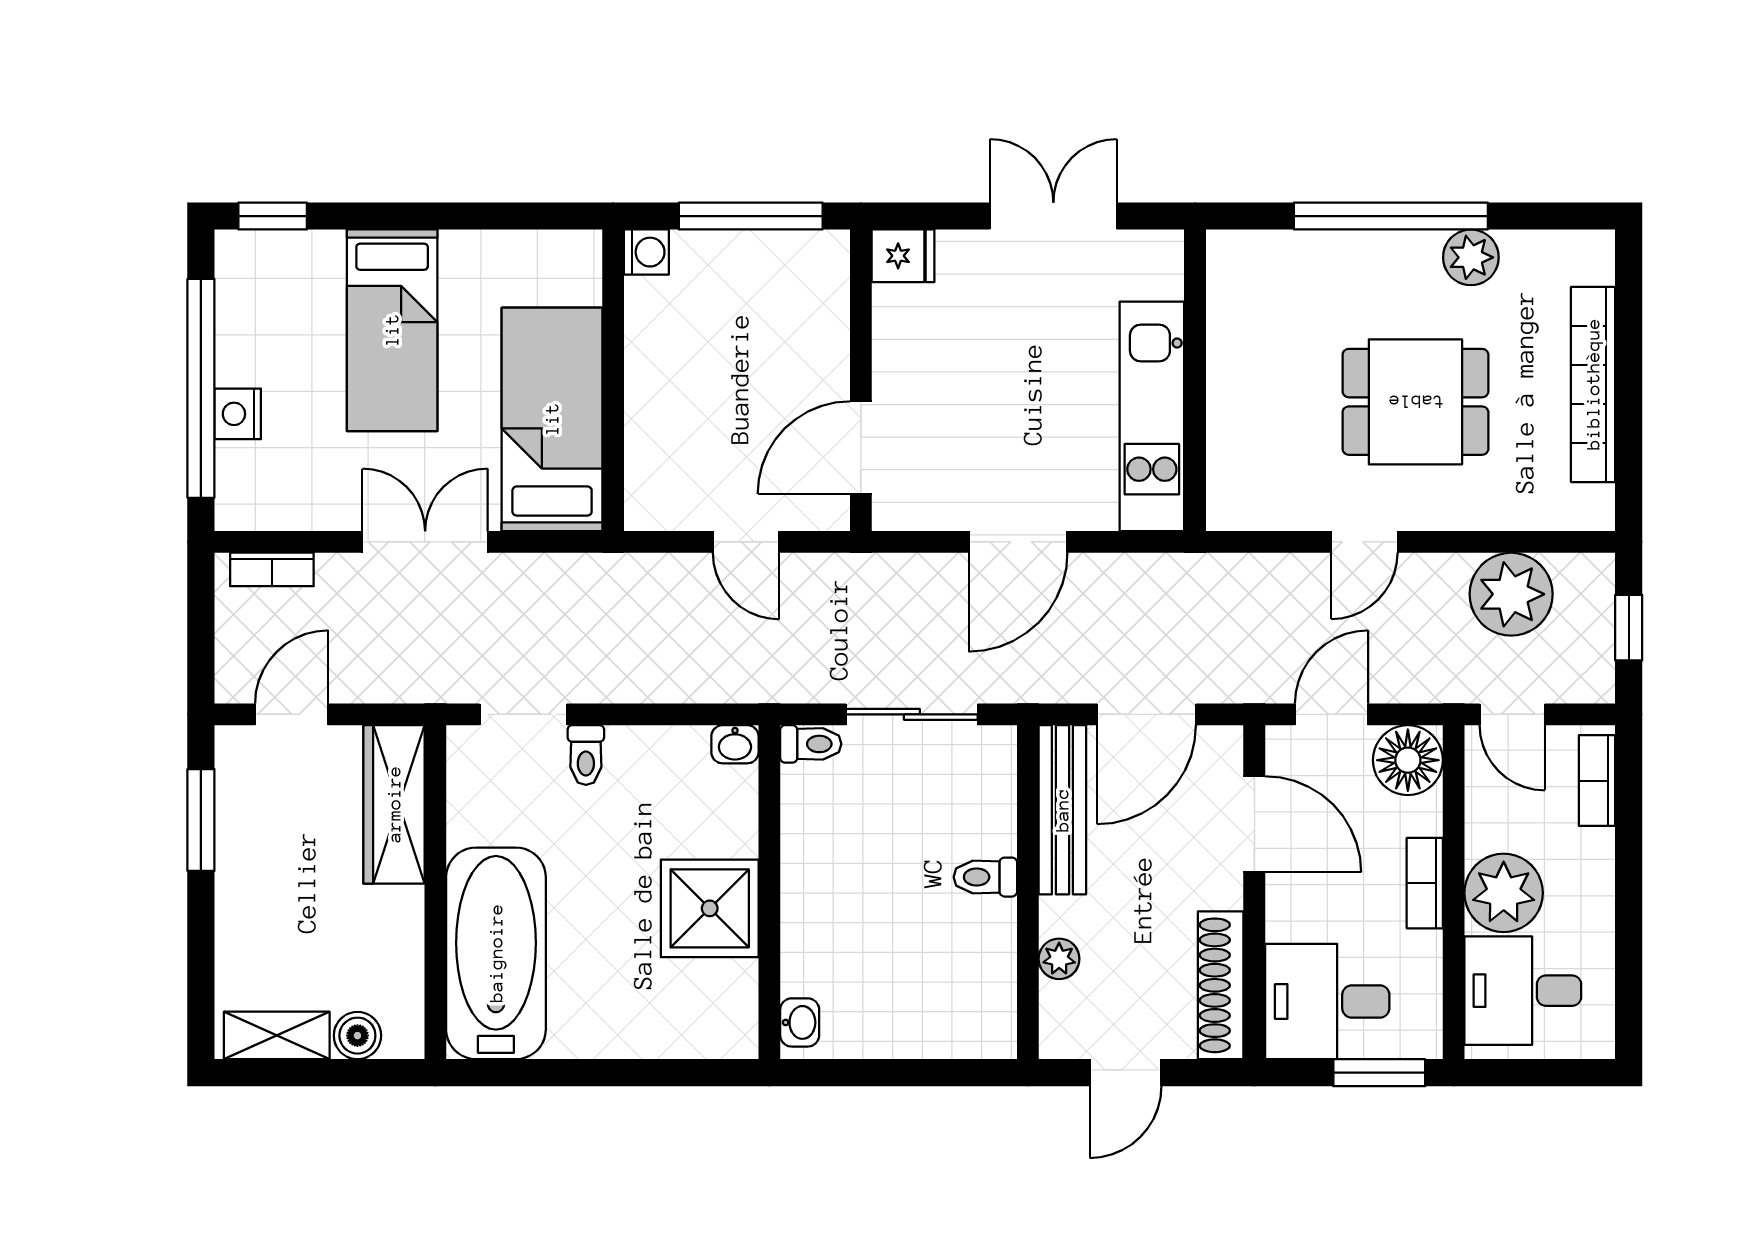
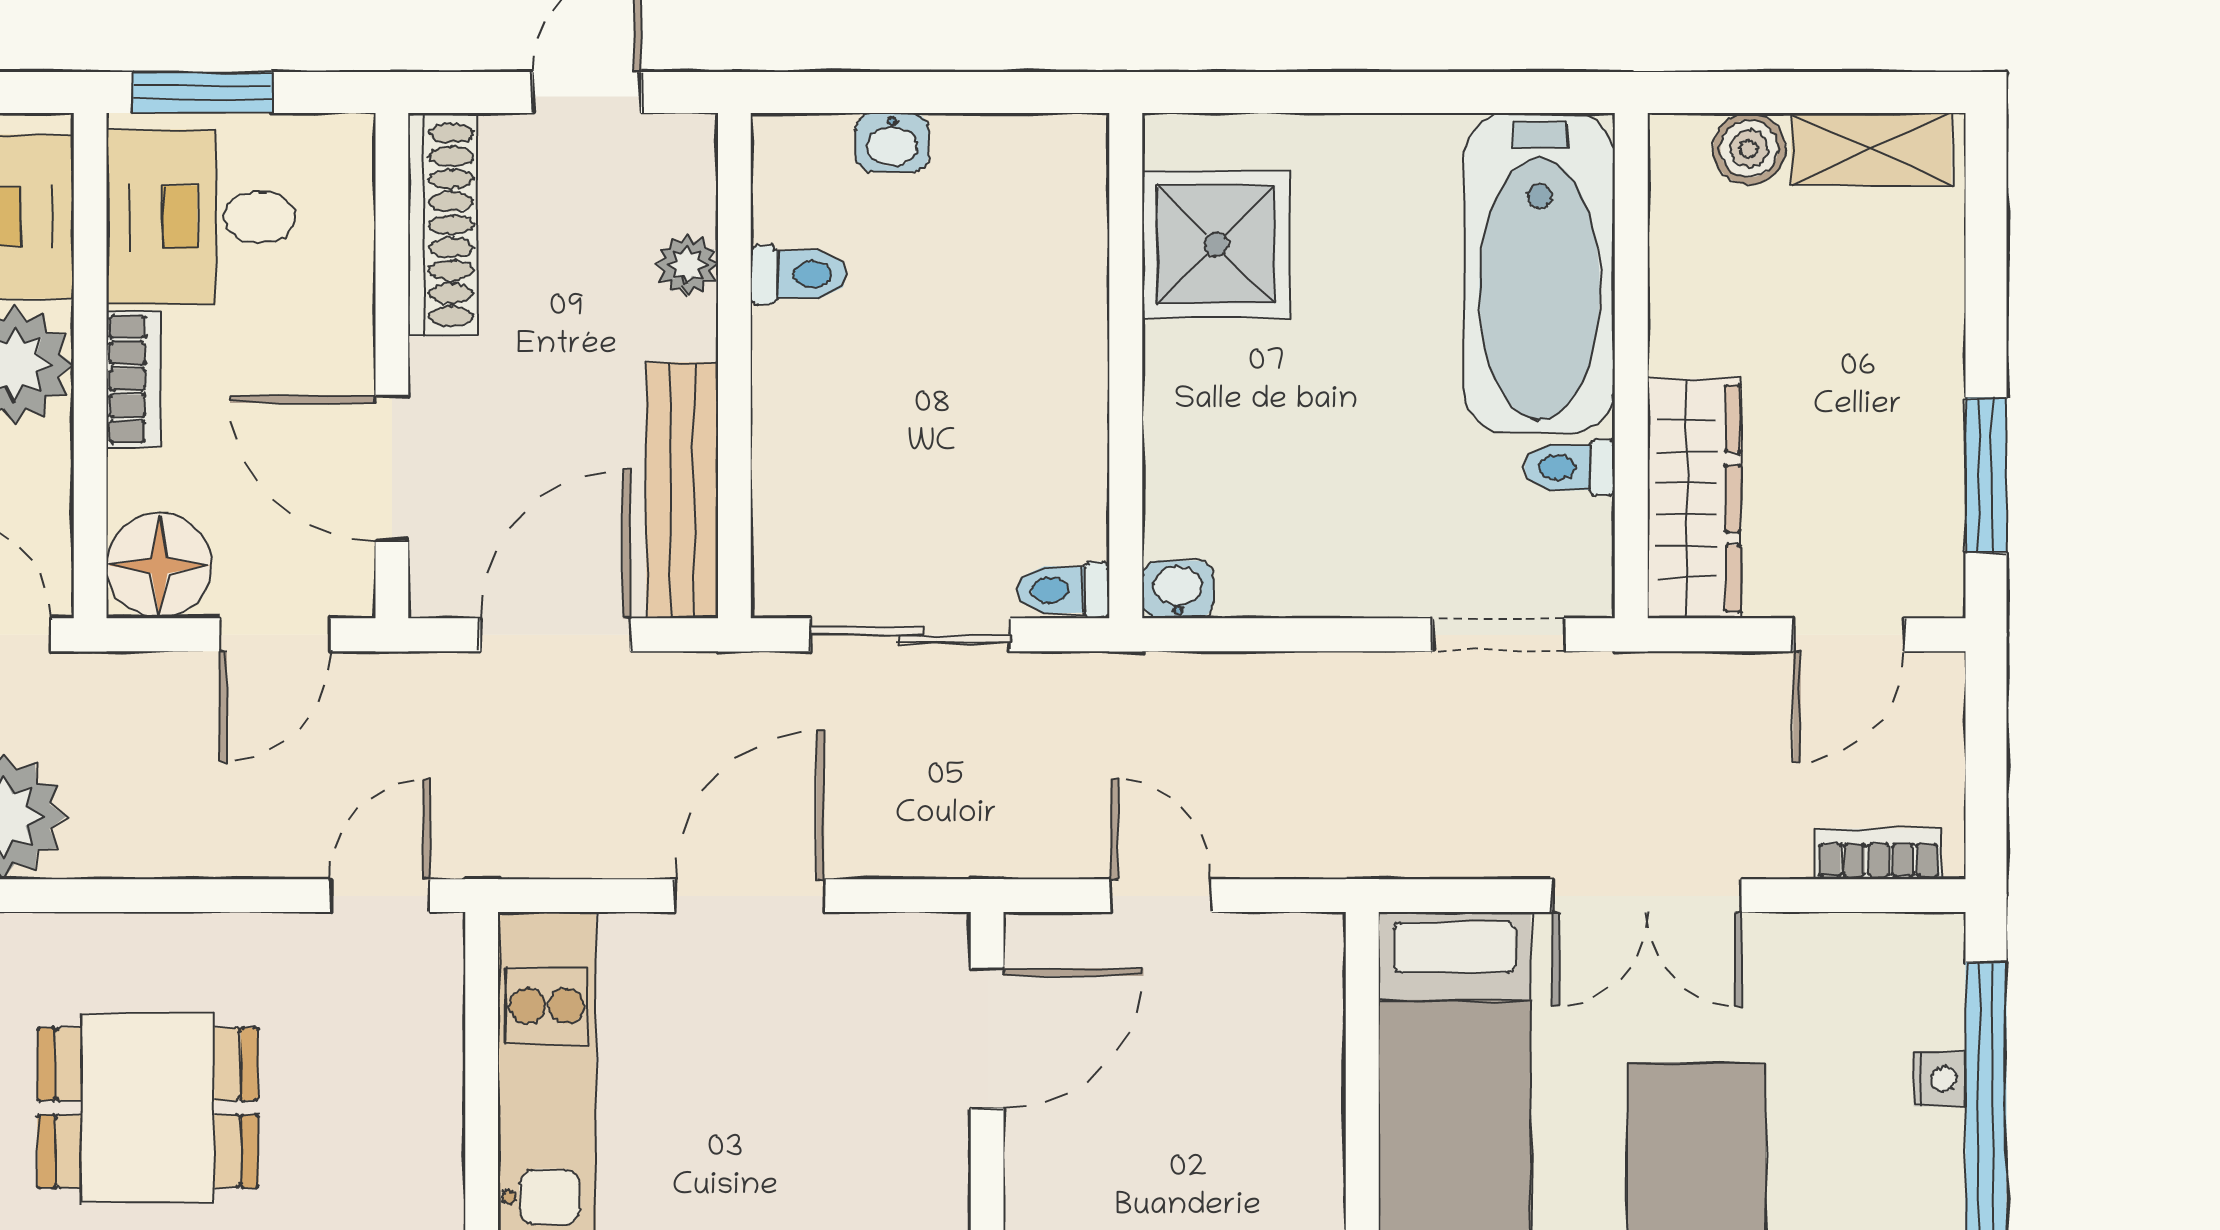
nightstand: (238, 414) -> (1940, 1079), width x0.72, depth x0.74
door: (1364, 542) -> (380, 896), moved
toilet: (586, 755) -> (1570, 468), moved, turned -90
toilet: (985, 877) -> (799, 274), moved
shower: (710, 908) -> (1216, 244), moved
desk: (1327, 1002) -> (201, 217), moved, turned 180
washbasin: (800, 1022) -> (892, 142), moved, turned -90

